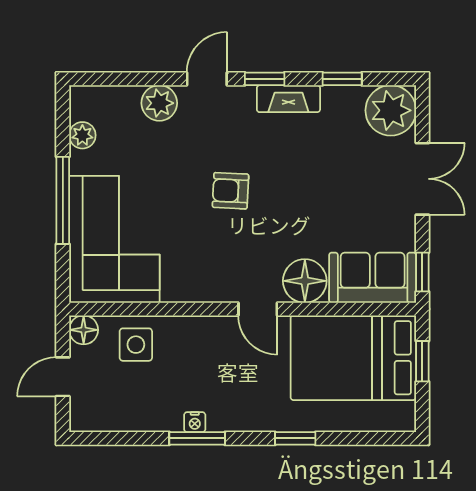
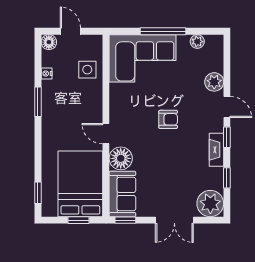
armchair: (231, 191) -> (168, 119), turned 87
door: (258, 309) -> (106, 134), hinge flipped
floor lamp: (84, 330) -> (49, 42), moved
nightstand: (195, 422) -> (47, 74), moved
window: (295, 438) -> (38, 193), moved

